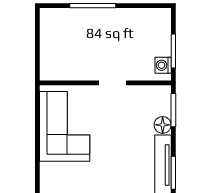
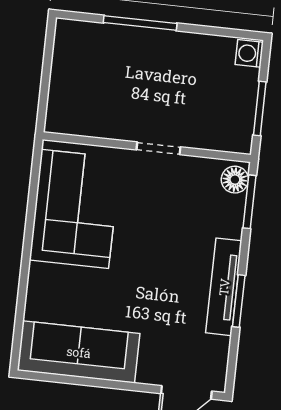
washing machine: (163, 65) -> (249, 53), moved
floor lamp: (163, 125) -> (235, 180), moved

